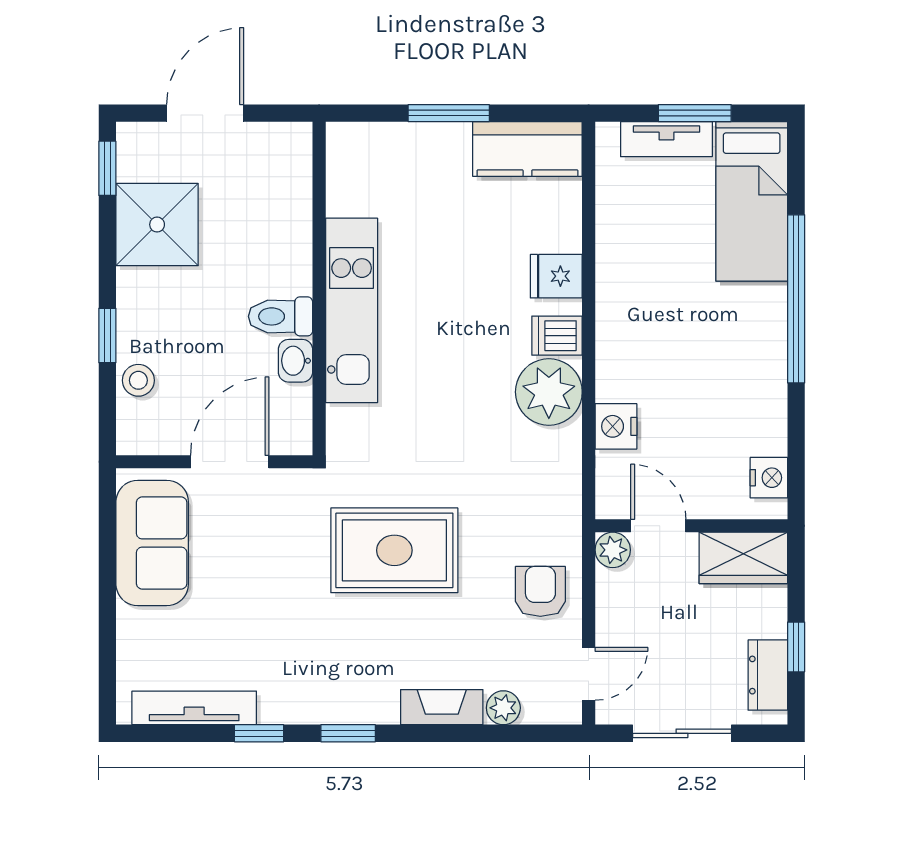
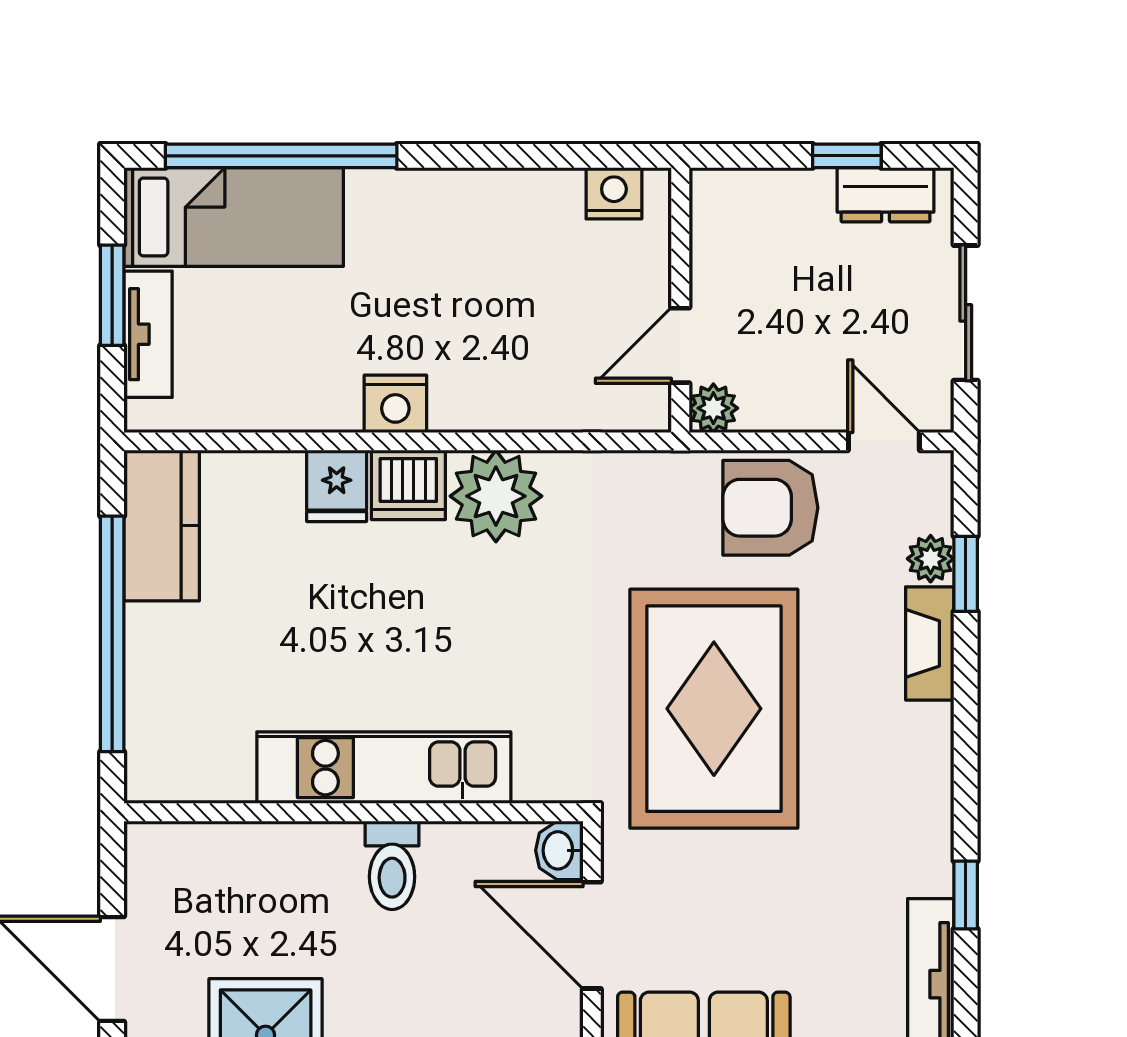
window: (449, 113) -> (112, 634), width x2.11
window: (796, 299) -> (281, 156), moved
dishwasher: (557, 336) -> (408, 485), width x1.38
washbasin: (295, 361) -> (559, 850), moved, turned 90
nightstand: (616, 426) -> (395, 404), moved
rug: (394, 550) -> (714, 709), width x1.37, depth x1.44
wardrobe: (743, 558) -> (724, 228), removed
armchair: (540, 591) -> (770, 508), width x1.38, depth x1.38
window: (348, 733) -> (966, 574), moved

